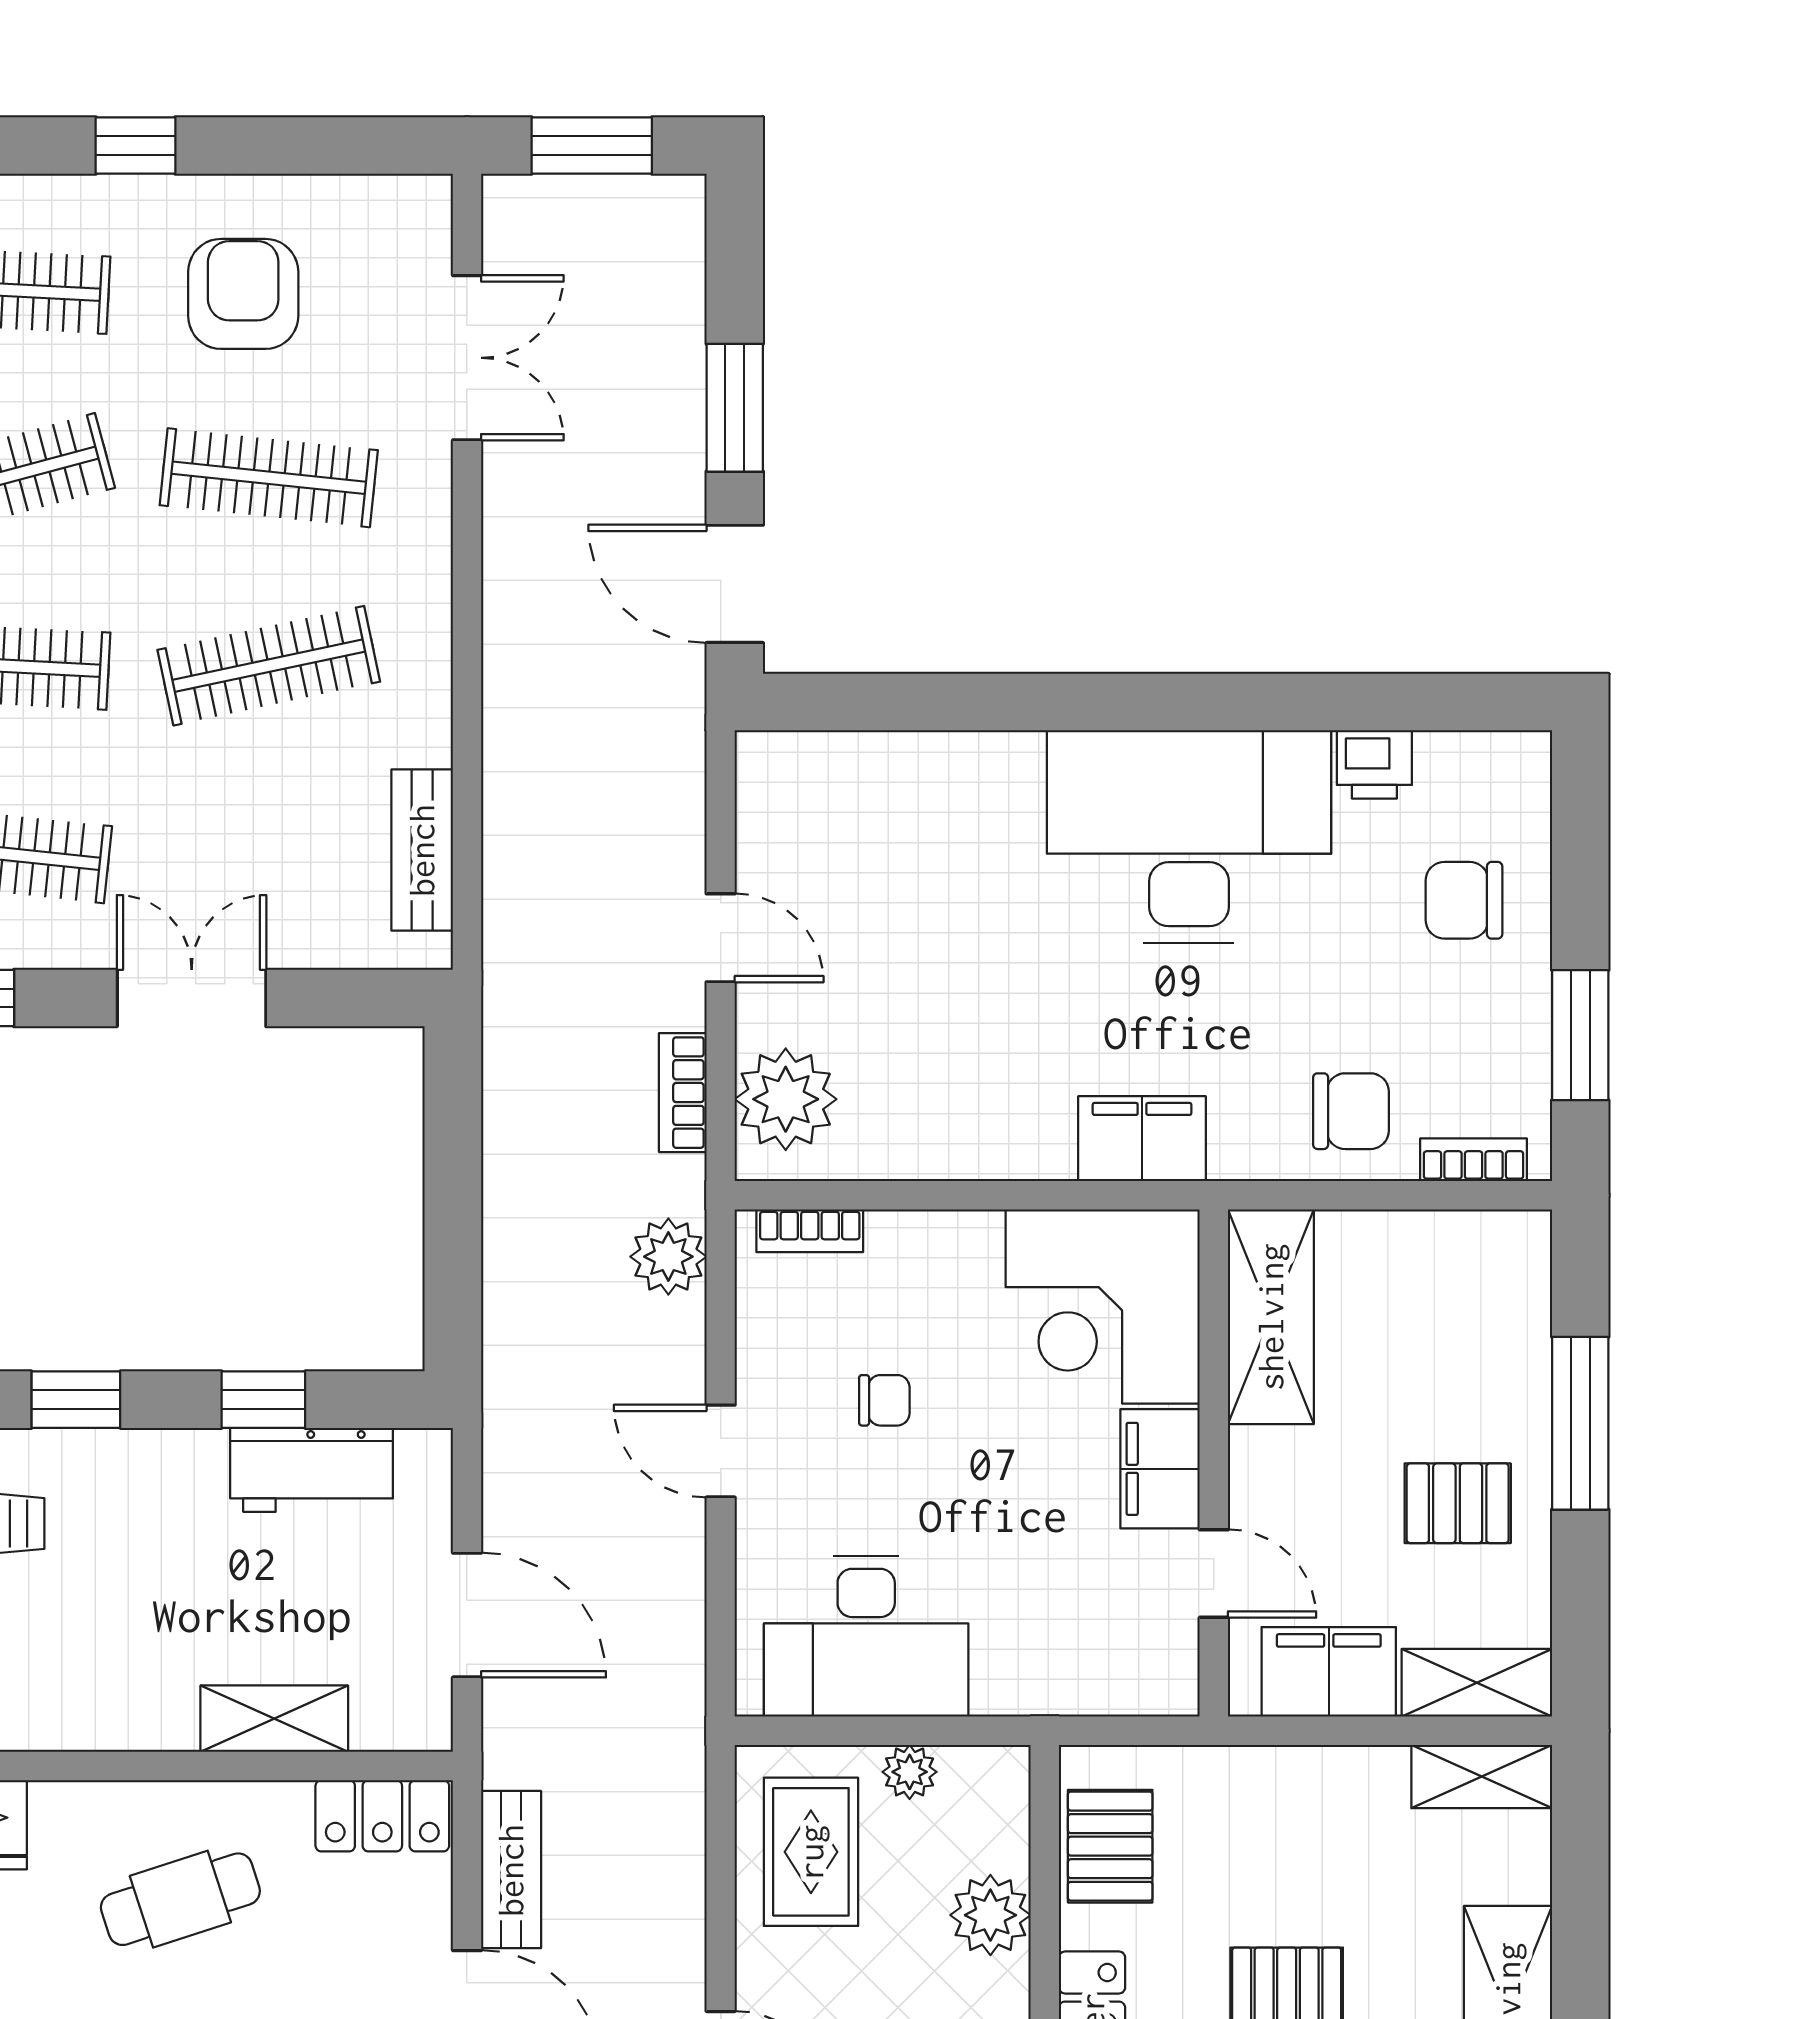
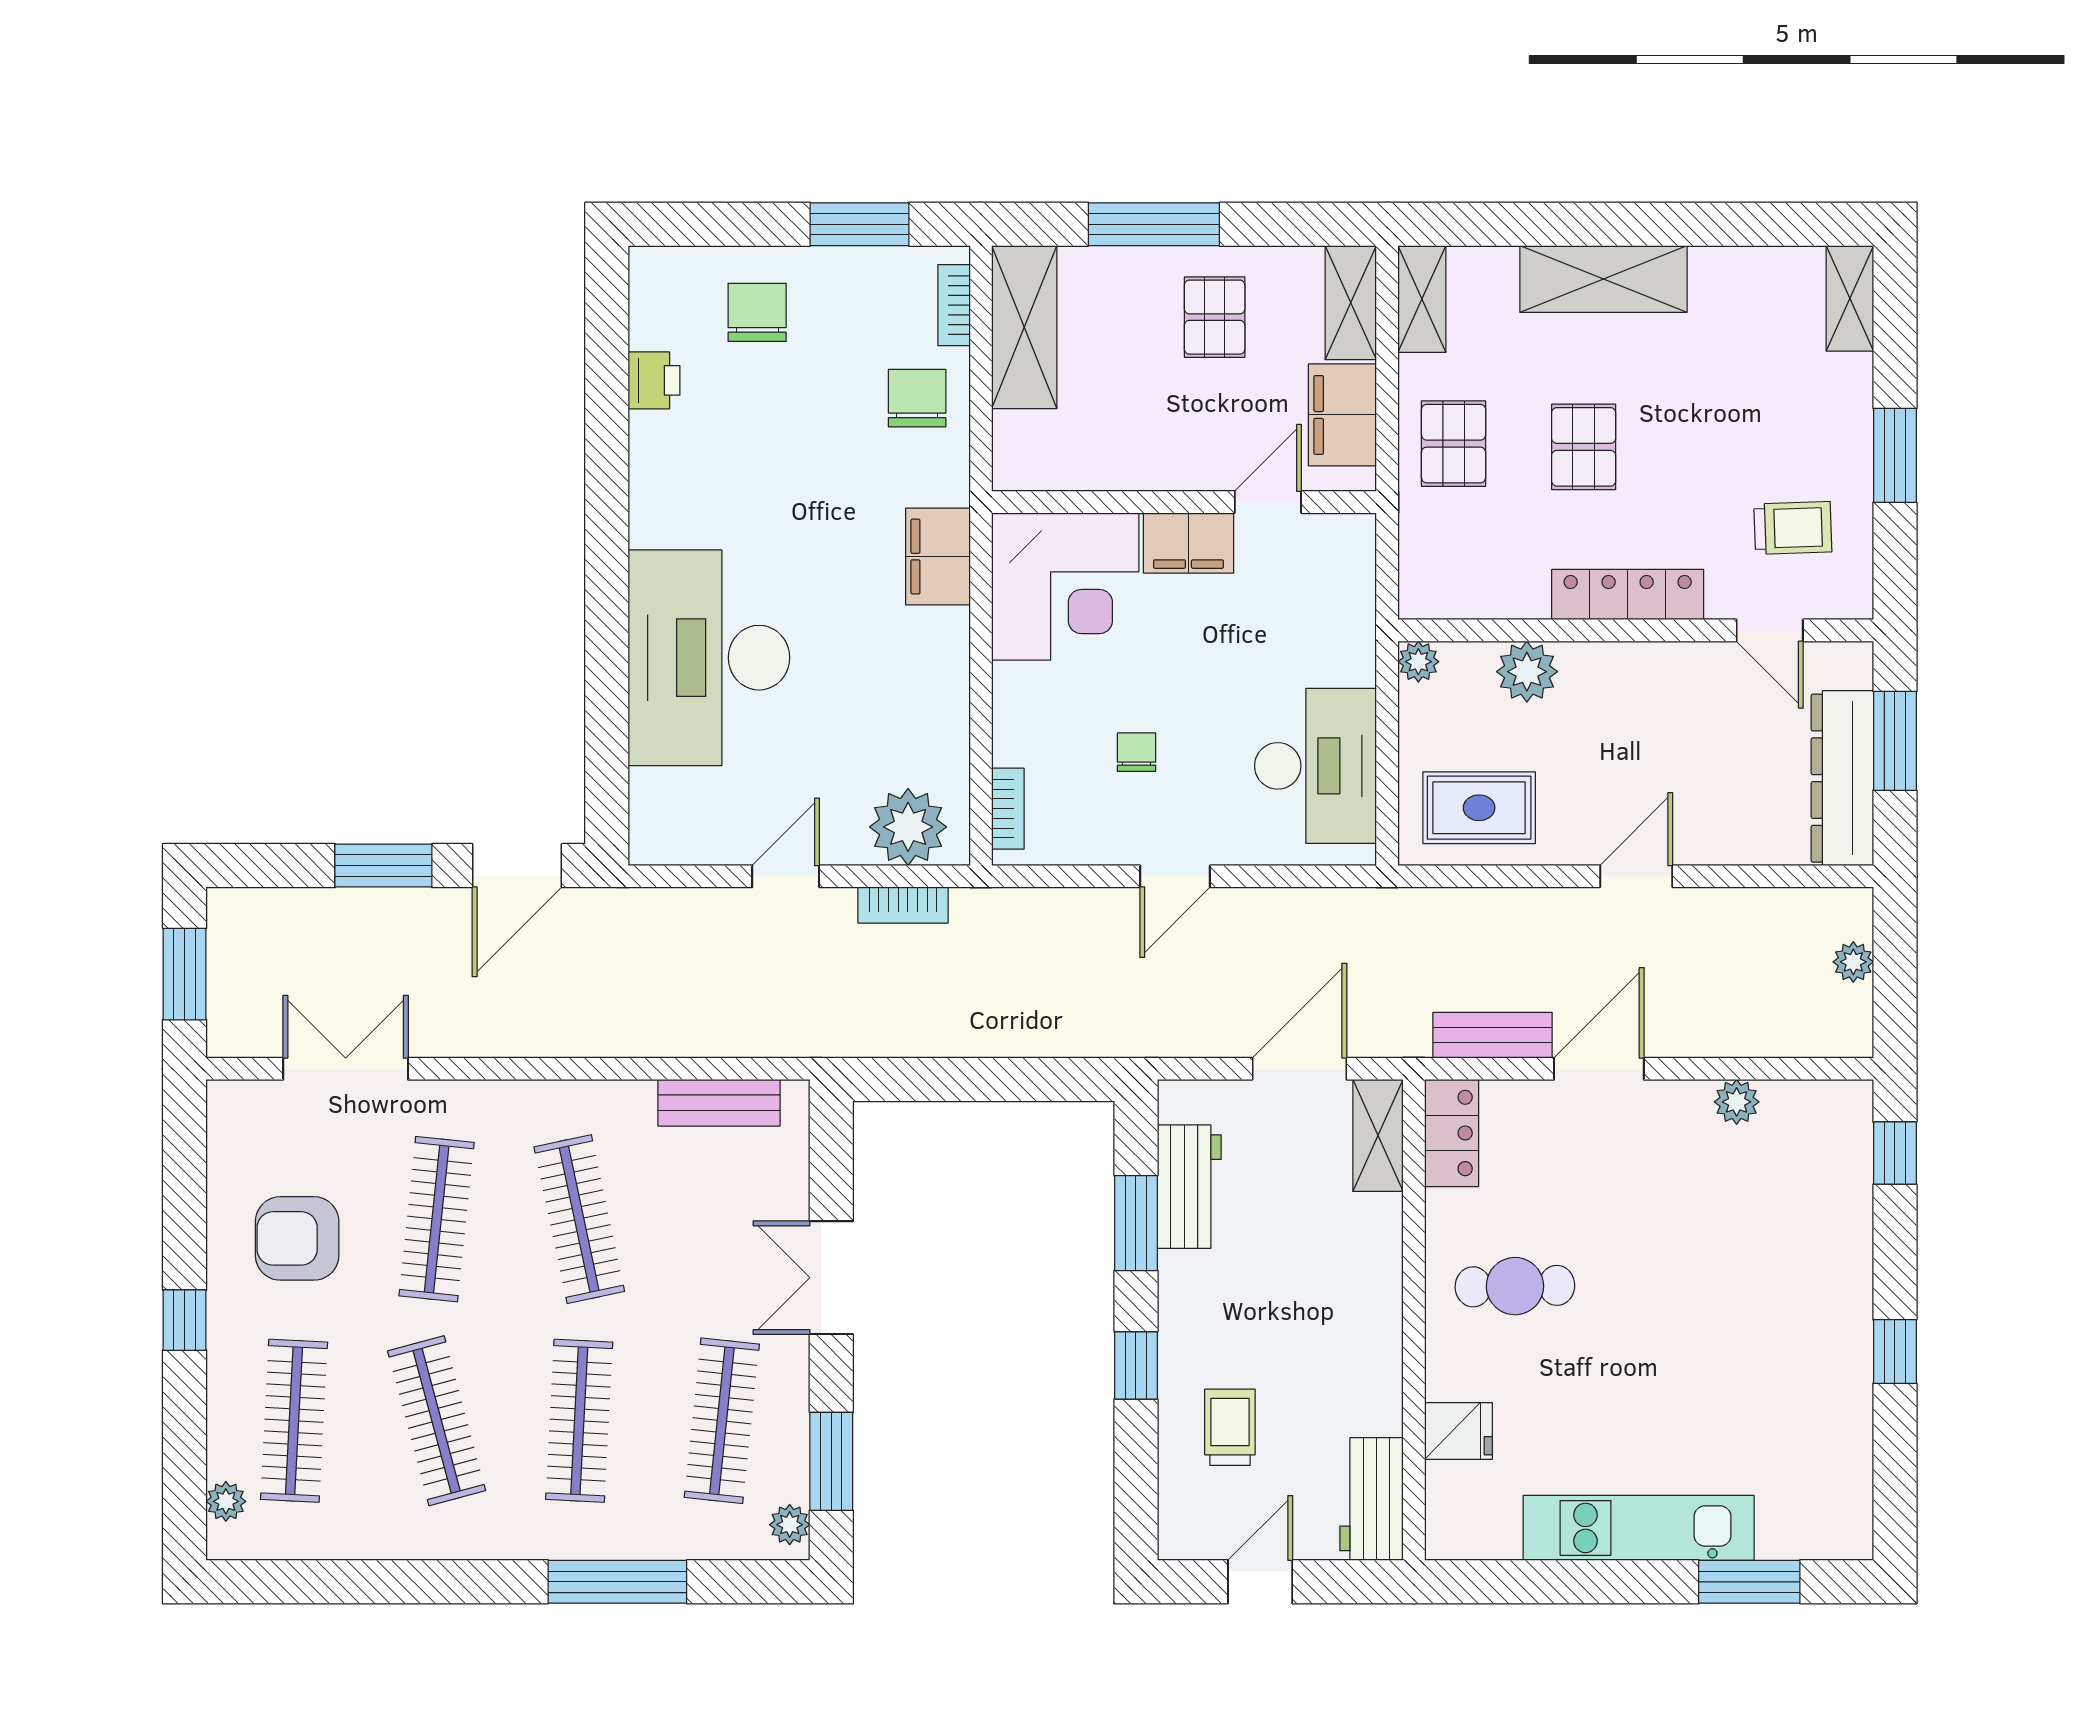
desk: (1189, 837) -> (709, 658), moved
chair: (1464, 900) -> (757, 312), turned 180
plant: (668, 1257) -> (1027, 916), removed
shelving: (1271, 1317) -> (1024, 327), moved, turned 90
window: (263, 1400) -> (1136, 1223), width x1.50
shelving: (274, 1719) -> (1378, 1135), moved
plant: (910, 1772) -> (1418, 662), moved
pallet: (1110, 1846) -> (1454, 444), moved, turned 90
cafe table: (180, 1899) -> (1515, 1286), turned -73

